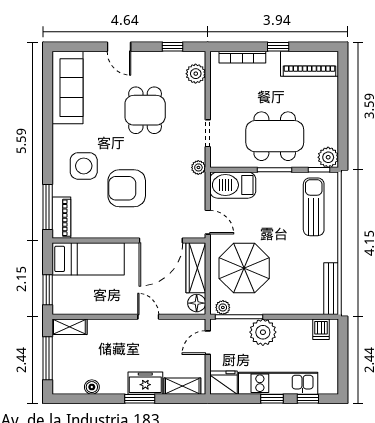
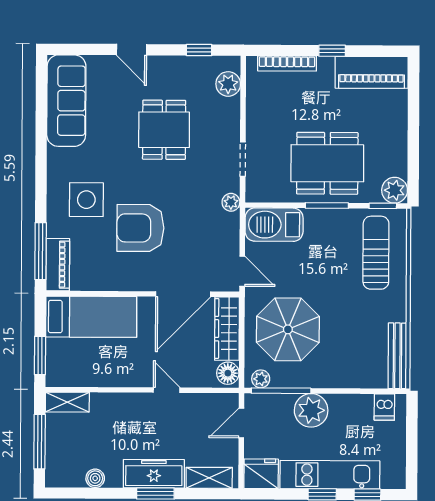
freezer: (145, 383) -> (154, 474), width x1.40

